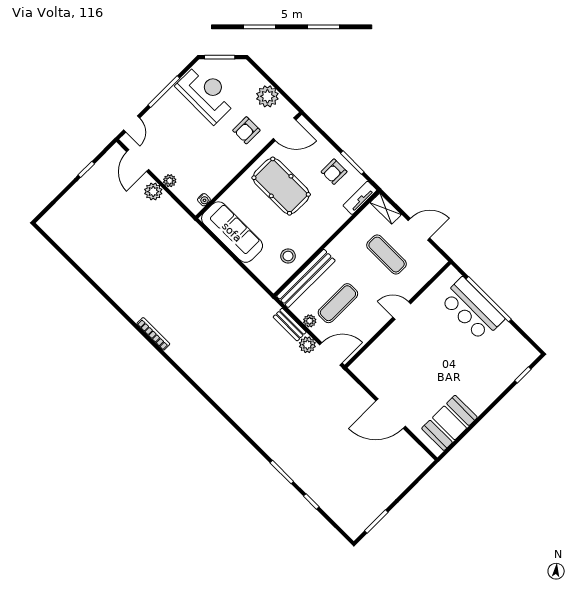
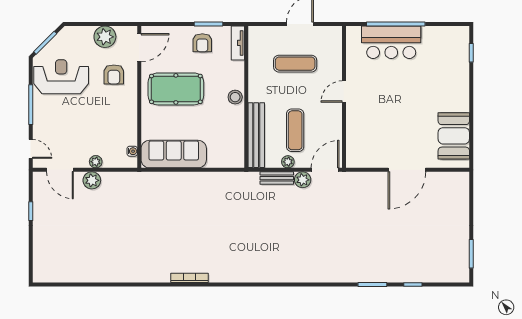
shelving: (386, 209) -> (263, 33), removed
stool: (288, 256) -> (235, 97), moved

